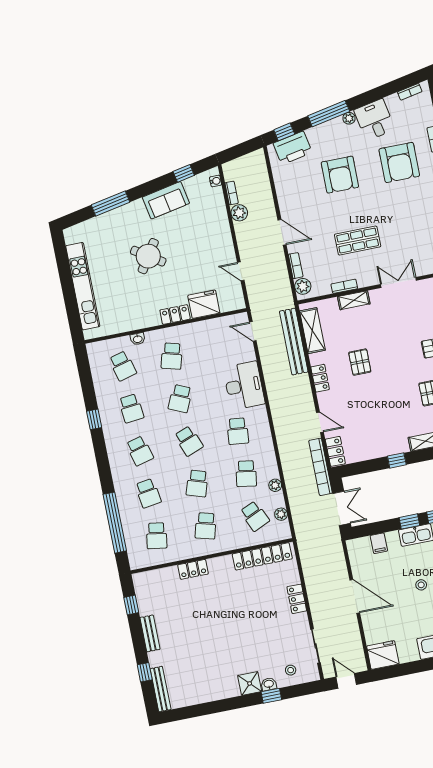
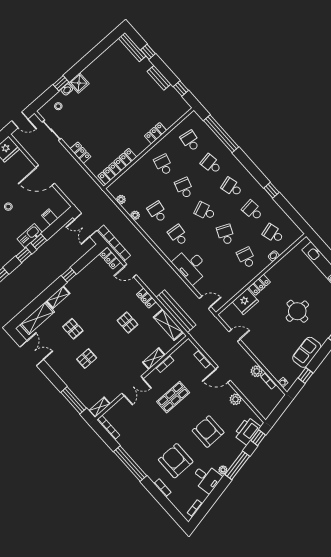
round table: (148, 256) -> (297, 311), turned -33
plant: (303, 286) -> (235, 399), moved
school desk: (255, 516) -> (137, 189), removed

